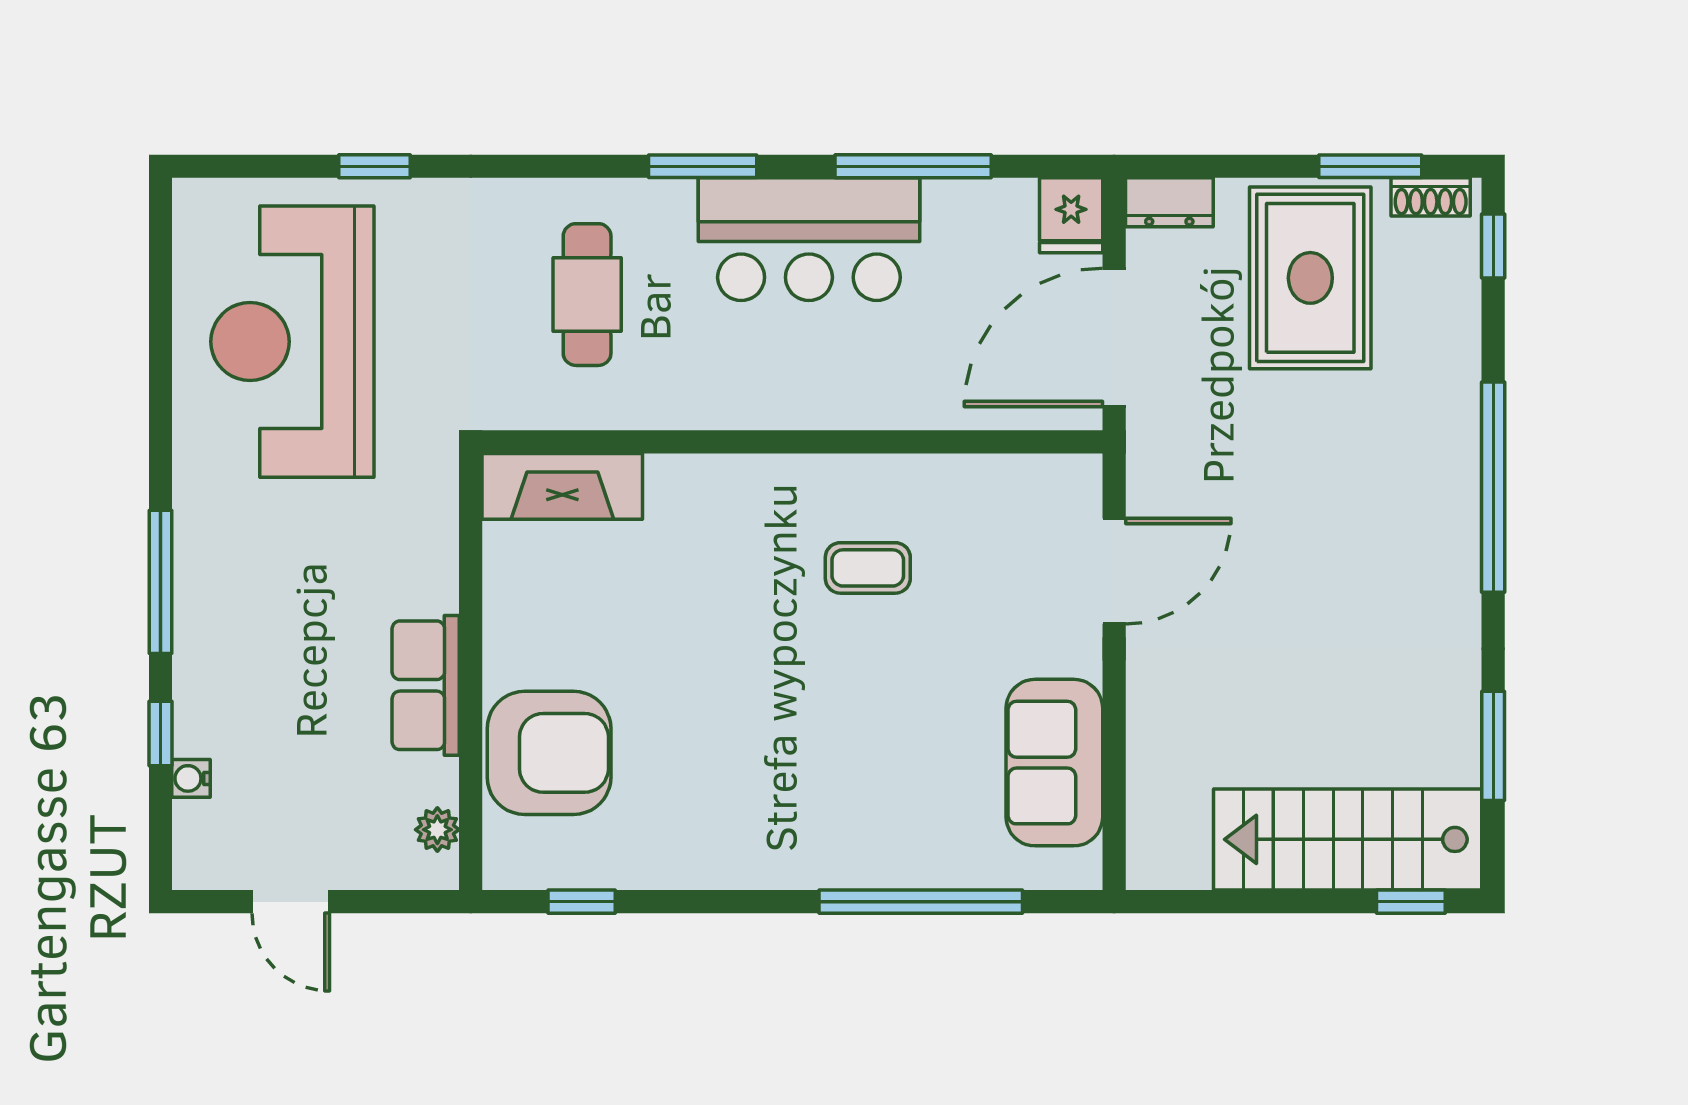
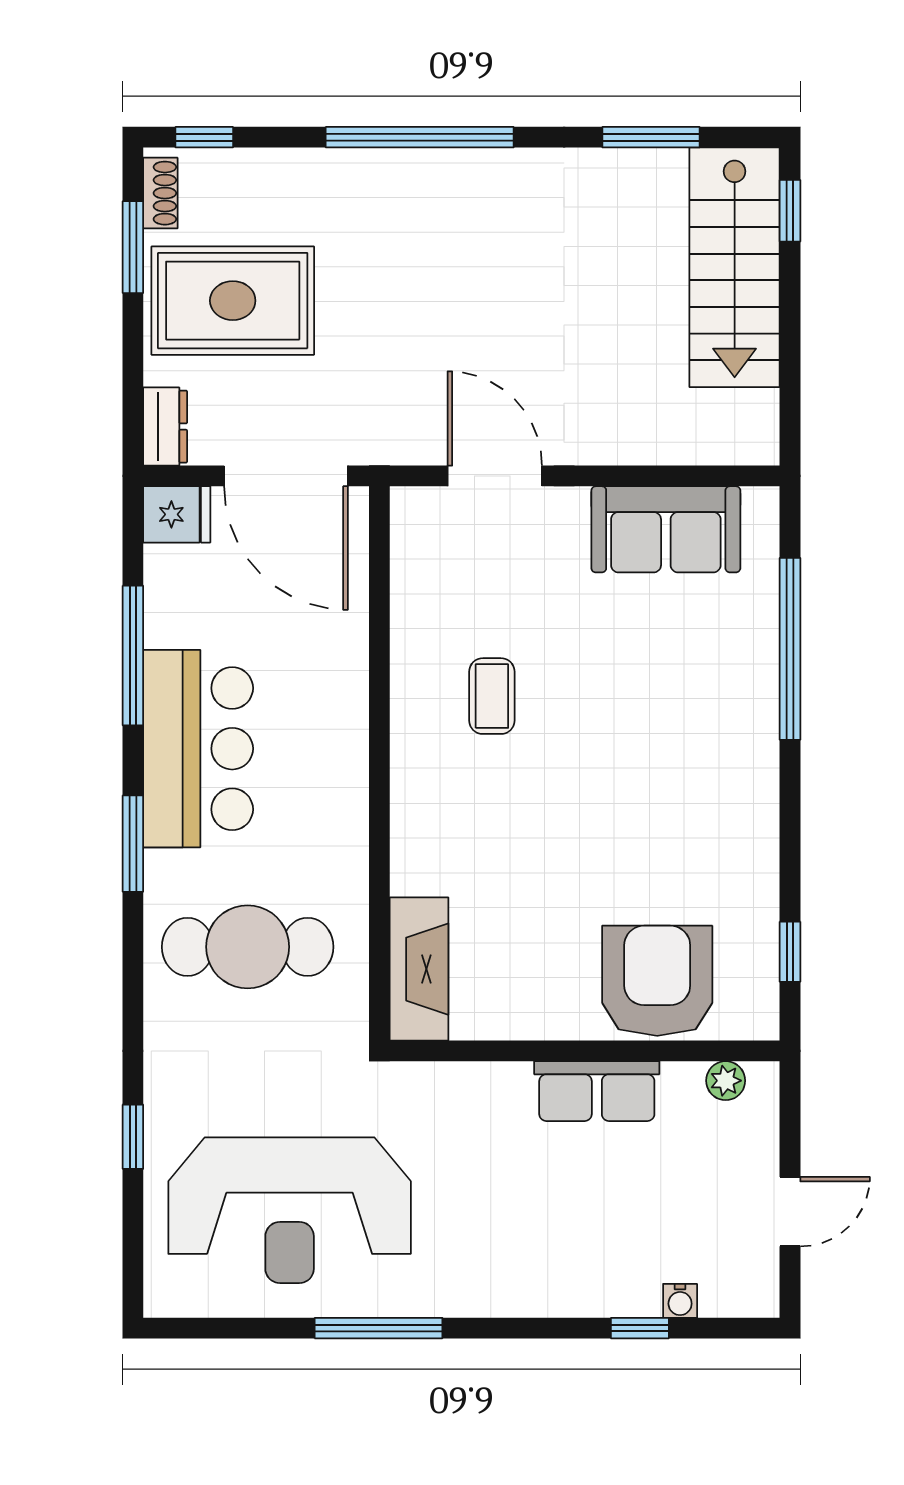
cafe table: (587, 295) -> (248, 947), width x1.37, depth x1.35
window: (161, 582) -> (379, 1328), moved

